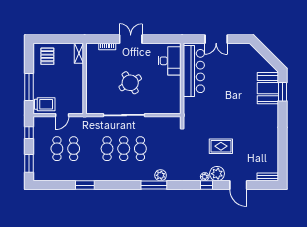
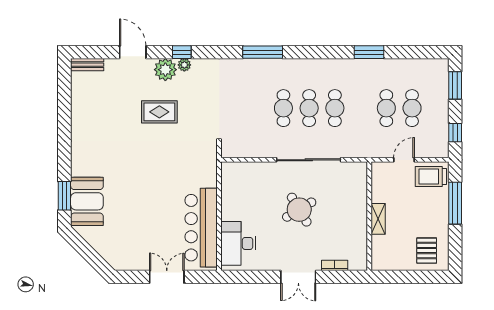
shelving: (79, 53) -> (378, 219), moved
plant: (161, 175) -> (252, 67), removed

